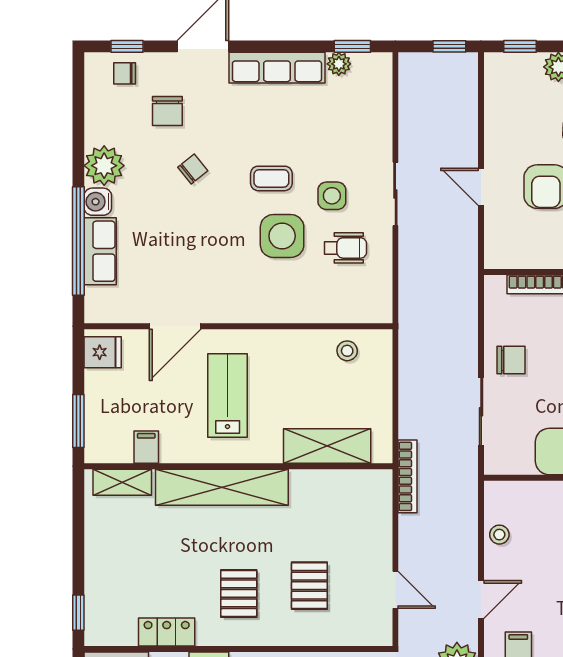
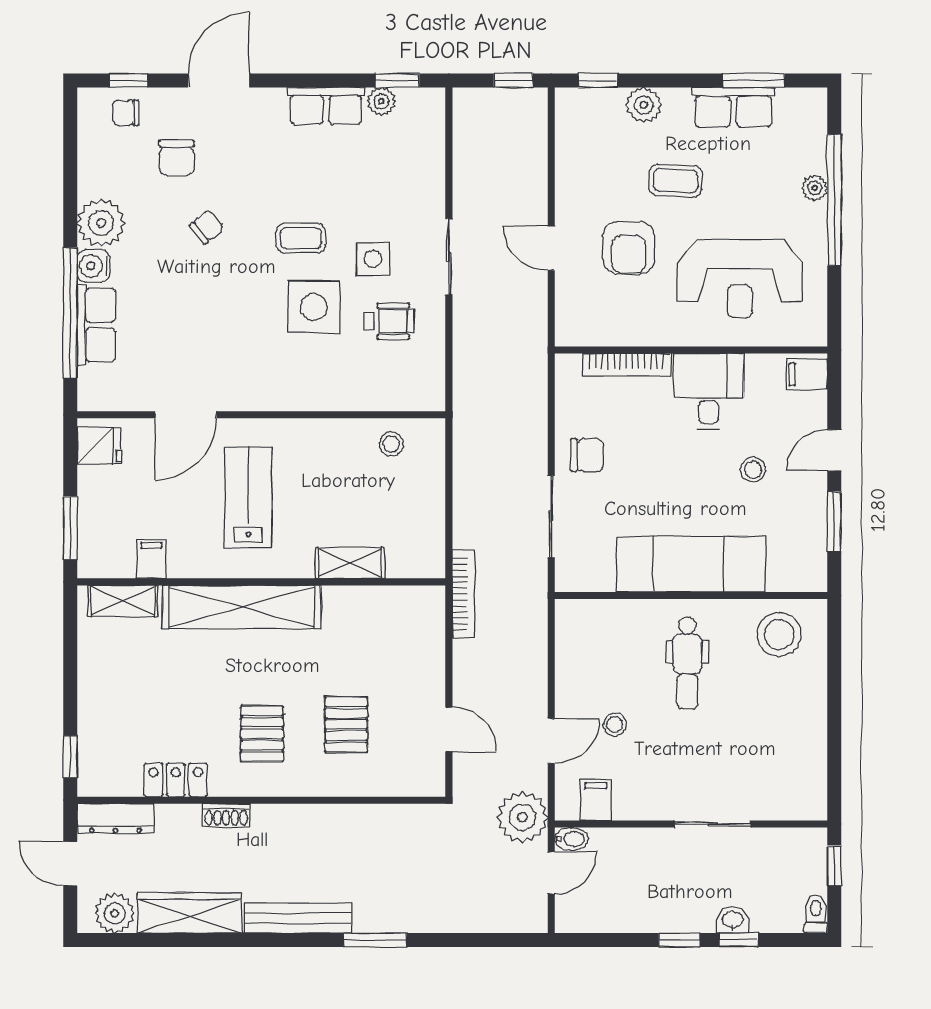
row of seats: (277, 68) -> (326, 106), width x0.68
shelving: (327, 446) -> (350, 563), width x0.67, depth x0.75
stool: (499, 535) -> (615, 724), moved

